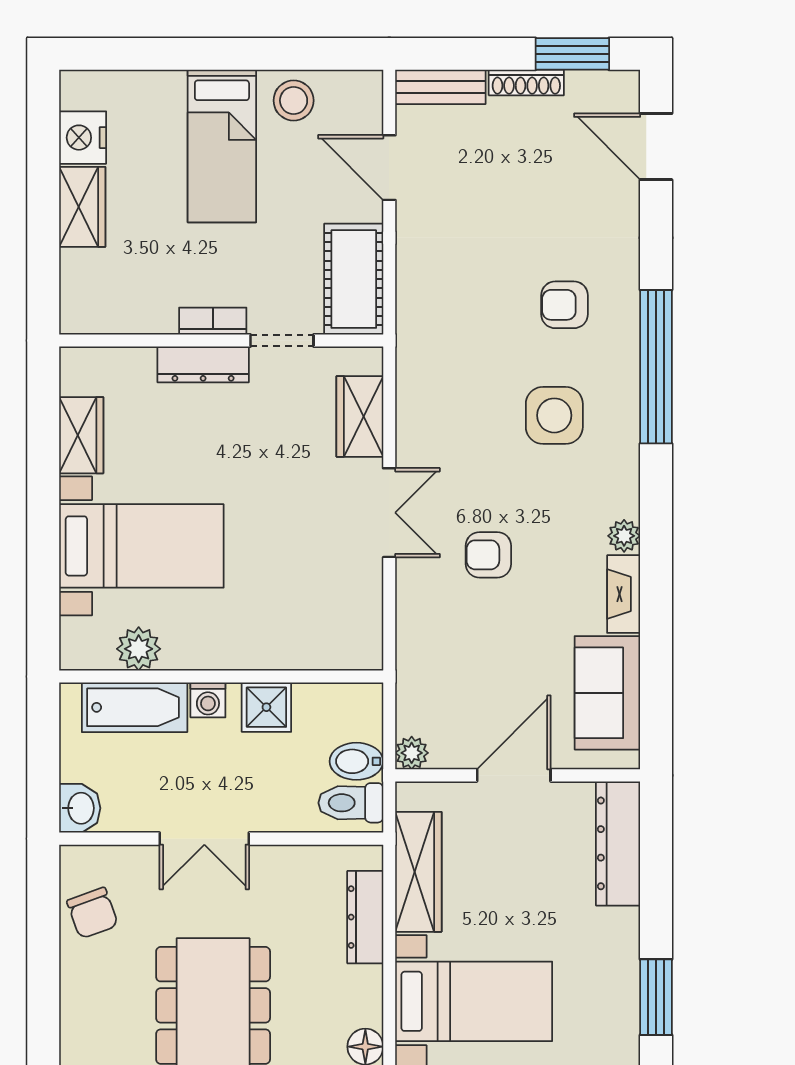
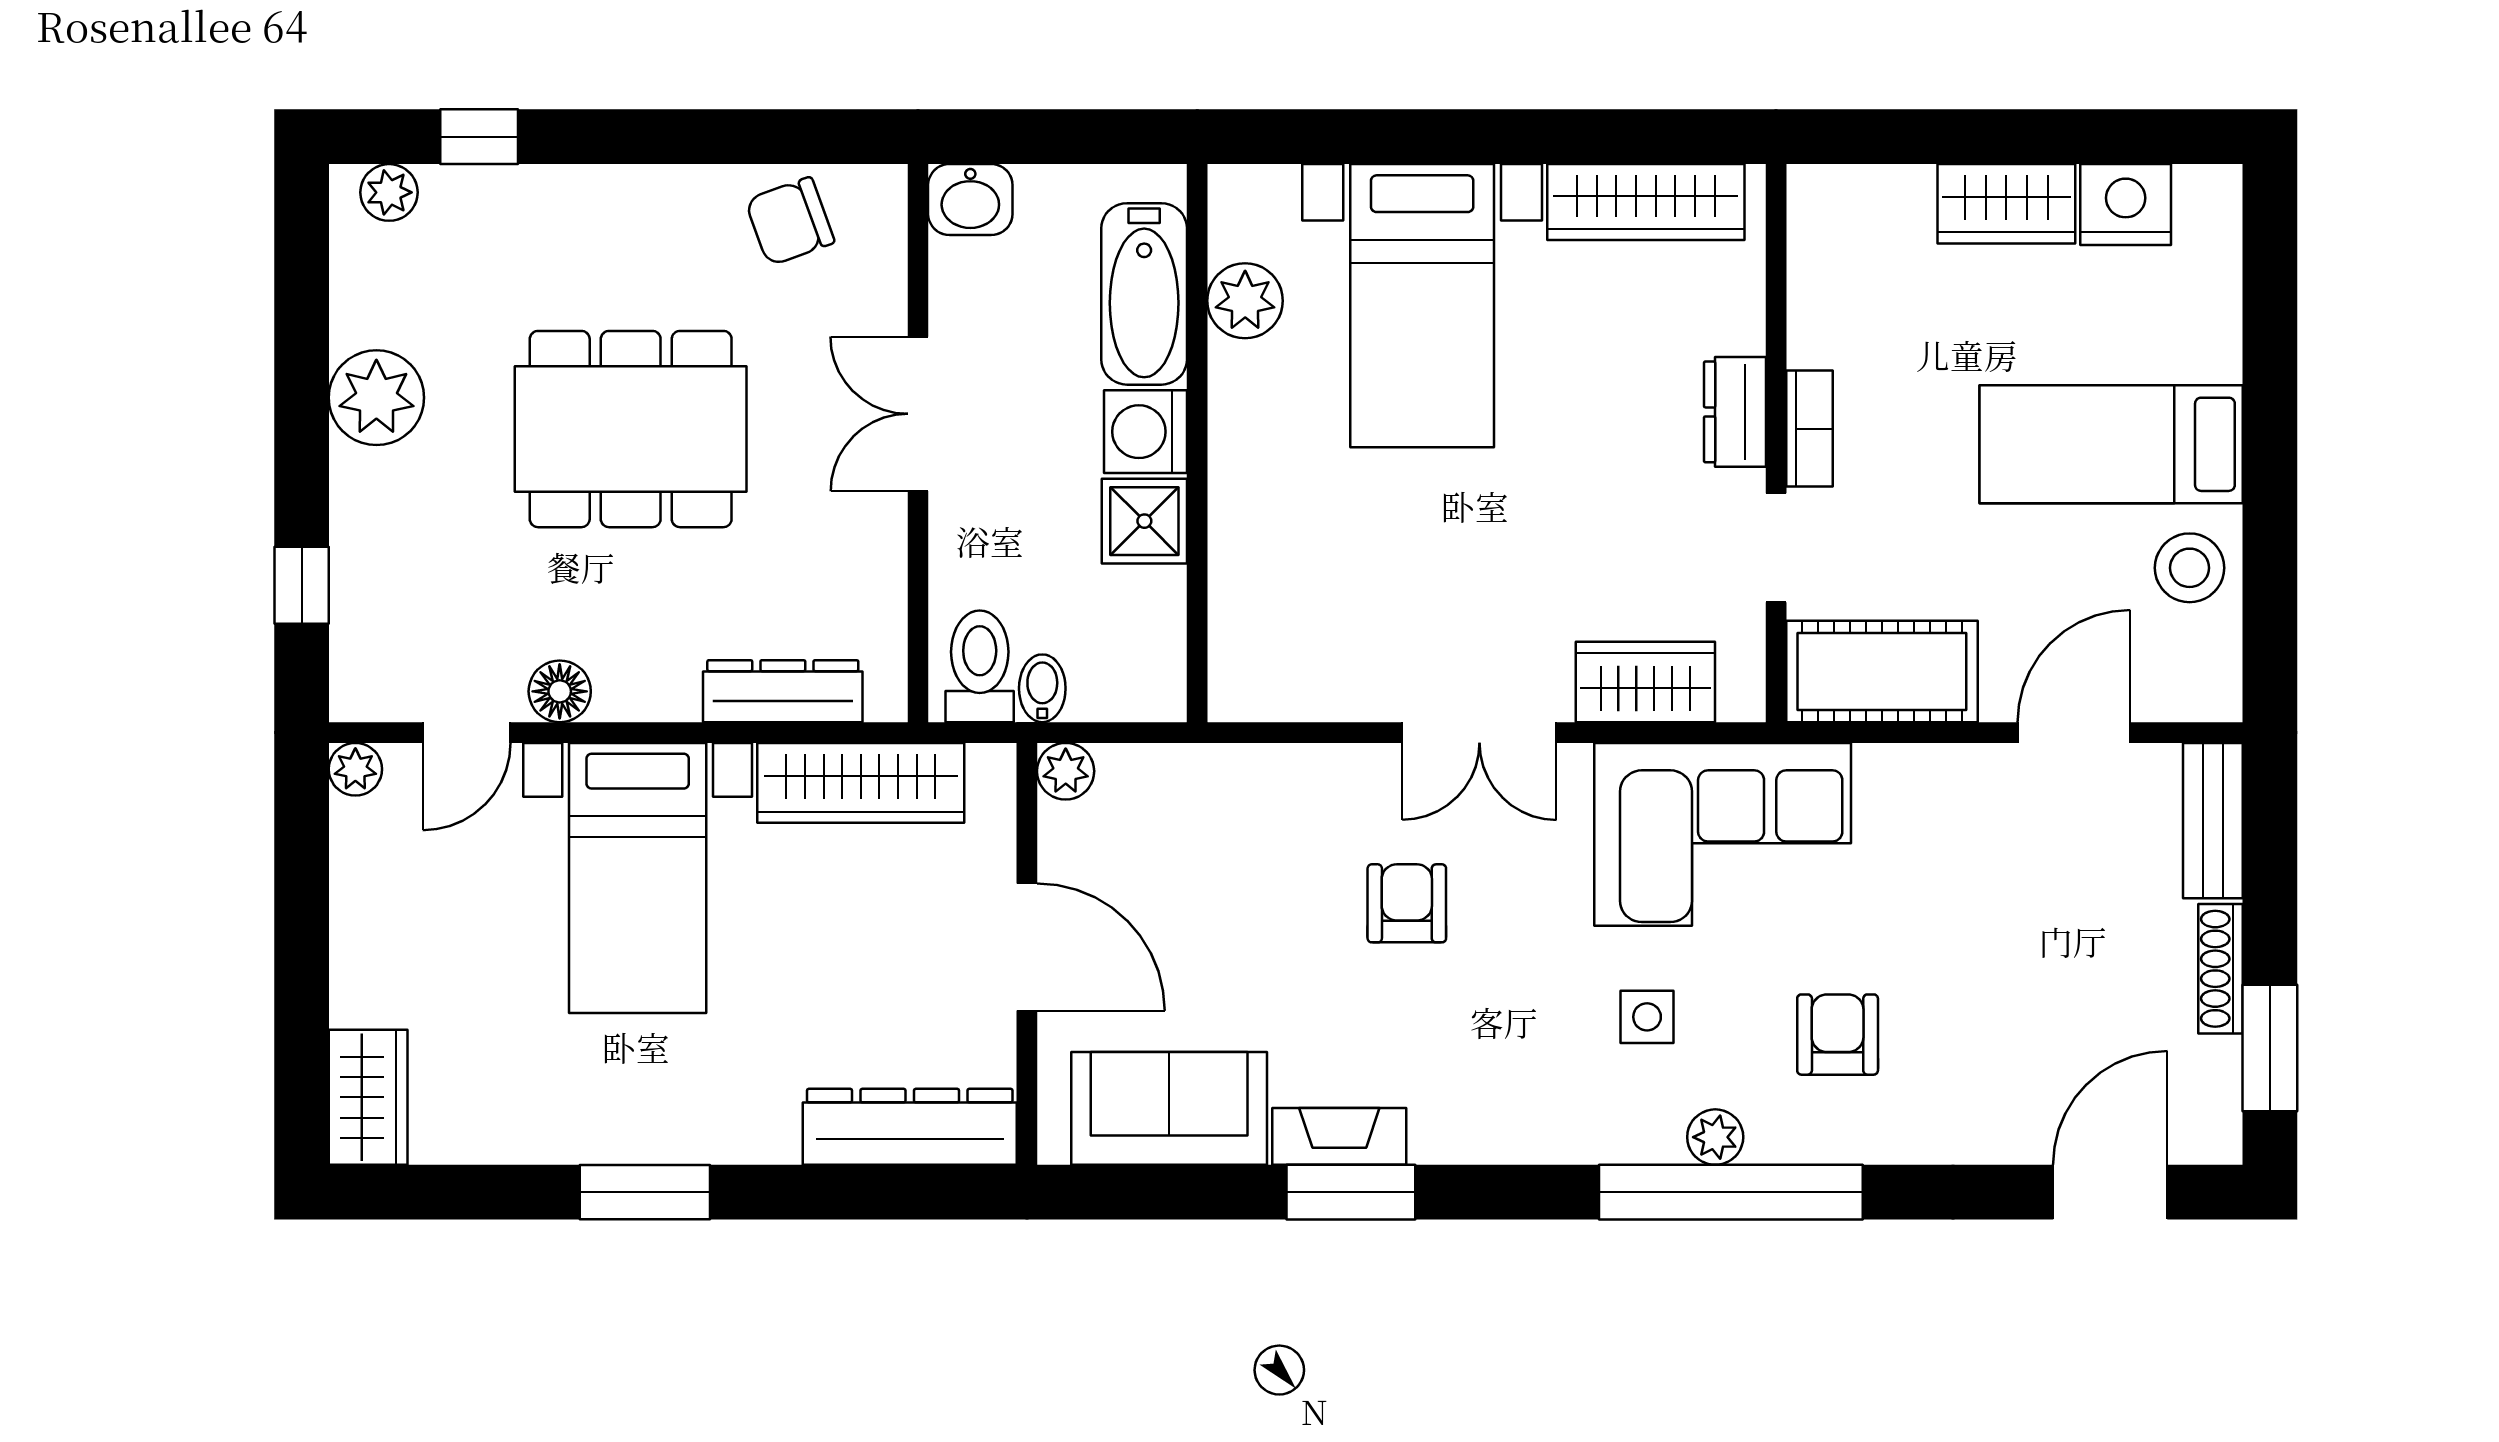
dresser: (203, 364) -> (1735, 412), width x0.70
corner sofa: (448, 371) -> (1723, 834), added
side table: (554, 415) -> (1647, 1017), width x0.54, depth x0.54
wardrobe: (81, 435) -> (1646, 202), width x1.50
plant: (624, 536) -> (1715, 1137), moved
window: (656, 587) -> (1351, 1192), added
washing machine: (208, 700) -> (1146, 432), width x1.38, depth x1.38
bidet: (356, 761) -> (1042, 688), width x0.72, depth x0.74

